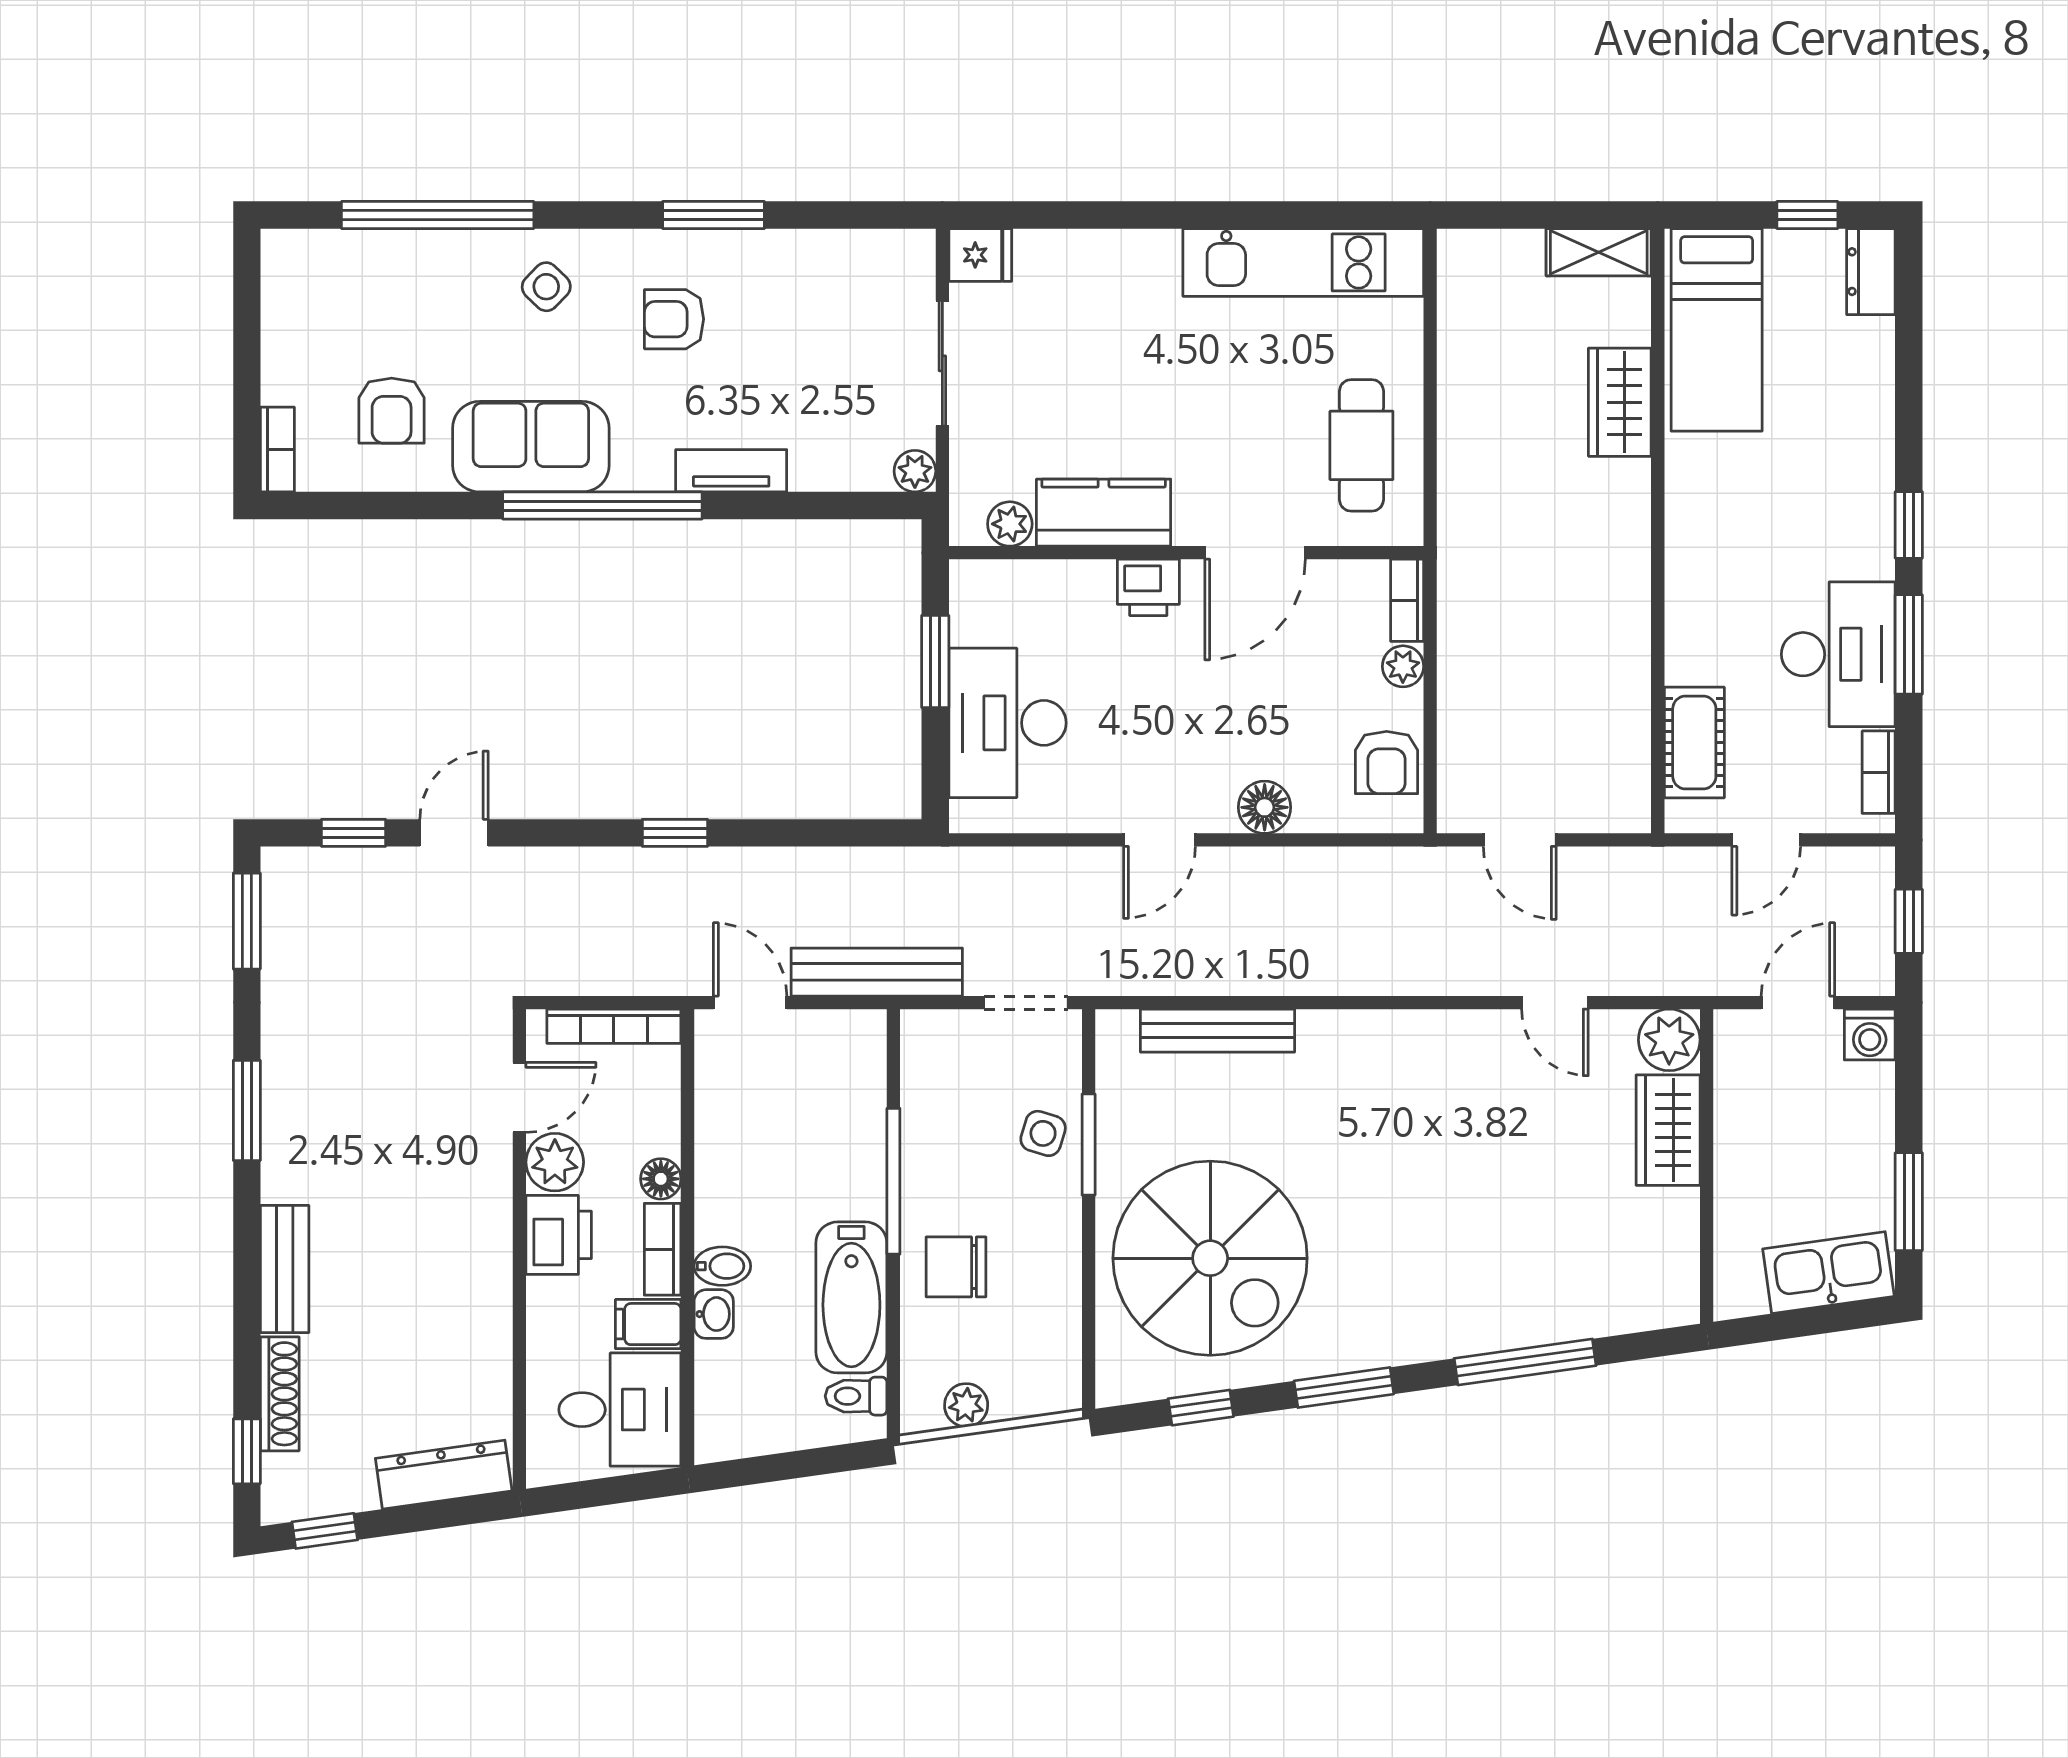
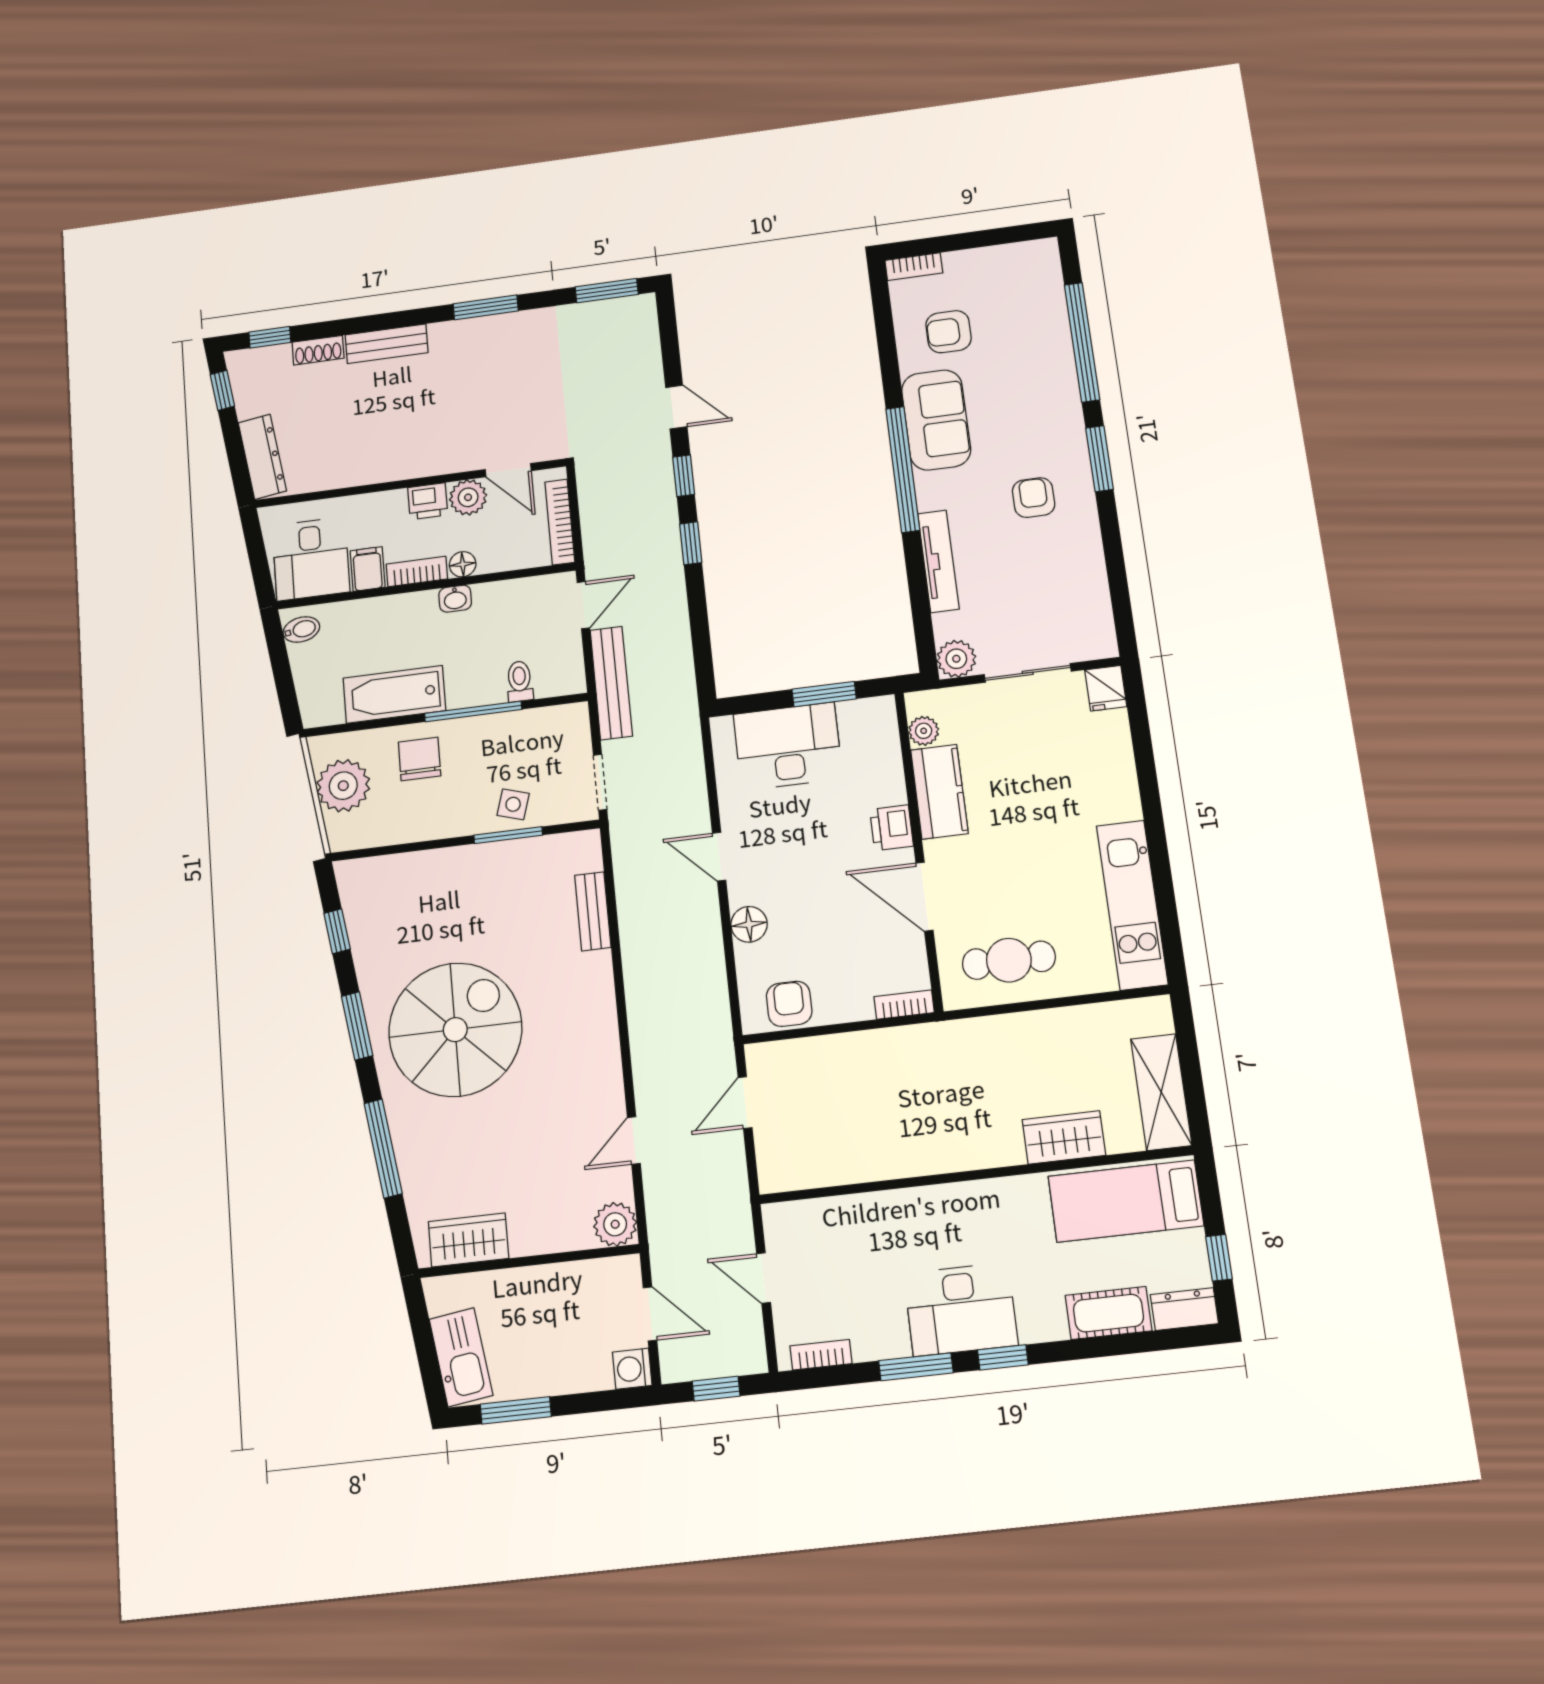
window: (714, 215) -> (1099, 459), moved
shelving: (1599, 252) -> (1161, 1092), width x1.50, depth x1.33
side table: (546, 287) -> (1044, 415), removed
tv unit: (731, 471) -> (938, 561), width x1.41
plant: (915, 471) -> (956, 659), width x1.38, depth x1.38
desk: (1838, 654) -> (961, 1309), moved
plant: (1403, 666) -> (858, 1007), removed
cot: (1694, 743) -> (1108, 1313), moved
armchair: (1387, 763) -> (789, 1004), turned 90
window: (353, 833) -> (684, 476), moved
bench: (1217, 1031) -> (593, 911), width x0.73
wardrobe: (1668, 1130) -> (468, 1240), moved
printer: (559, 1235) -> (428, 501), width x0.73, depth x0.81
spiral stairs: (1210, 1258) -> (455, 1030), moved, turned 180
bidet: (722, 1266) -> (301, 630), moved, turned -98
washbasin: (714, 1314) -> (455, 599), moved
shoe rack: (280, 1394) -> (318, 350), width x0.70
toilet: (856, 1396) -> (520, 681), moved
plant: (966, 1405) -> (343, 786), width x1.87, depth x1.87

